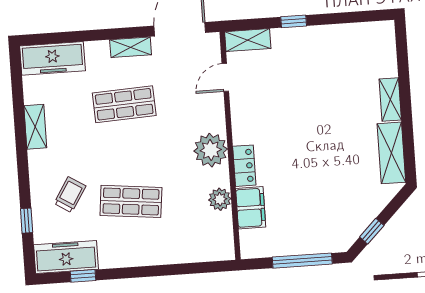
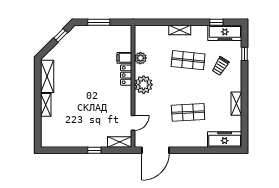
shelving: (131, 47) -> (180, 30), moved
filing cabinet: (251, 208) -> (124, 58), width x0.50
window: (302, 261) -> (99, 22), width x0.69

